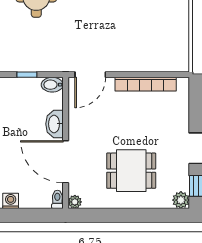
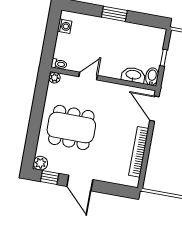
washbasin: (54, 124) -> (133, 75), moved
door: (66, 162) -> (88, 76), width x0.53
dining table: (131, 171) -> (71, 127), width x1.38

